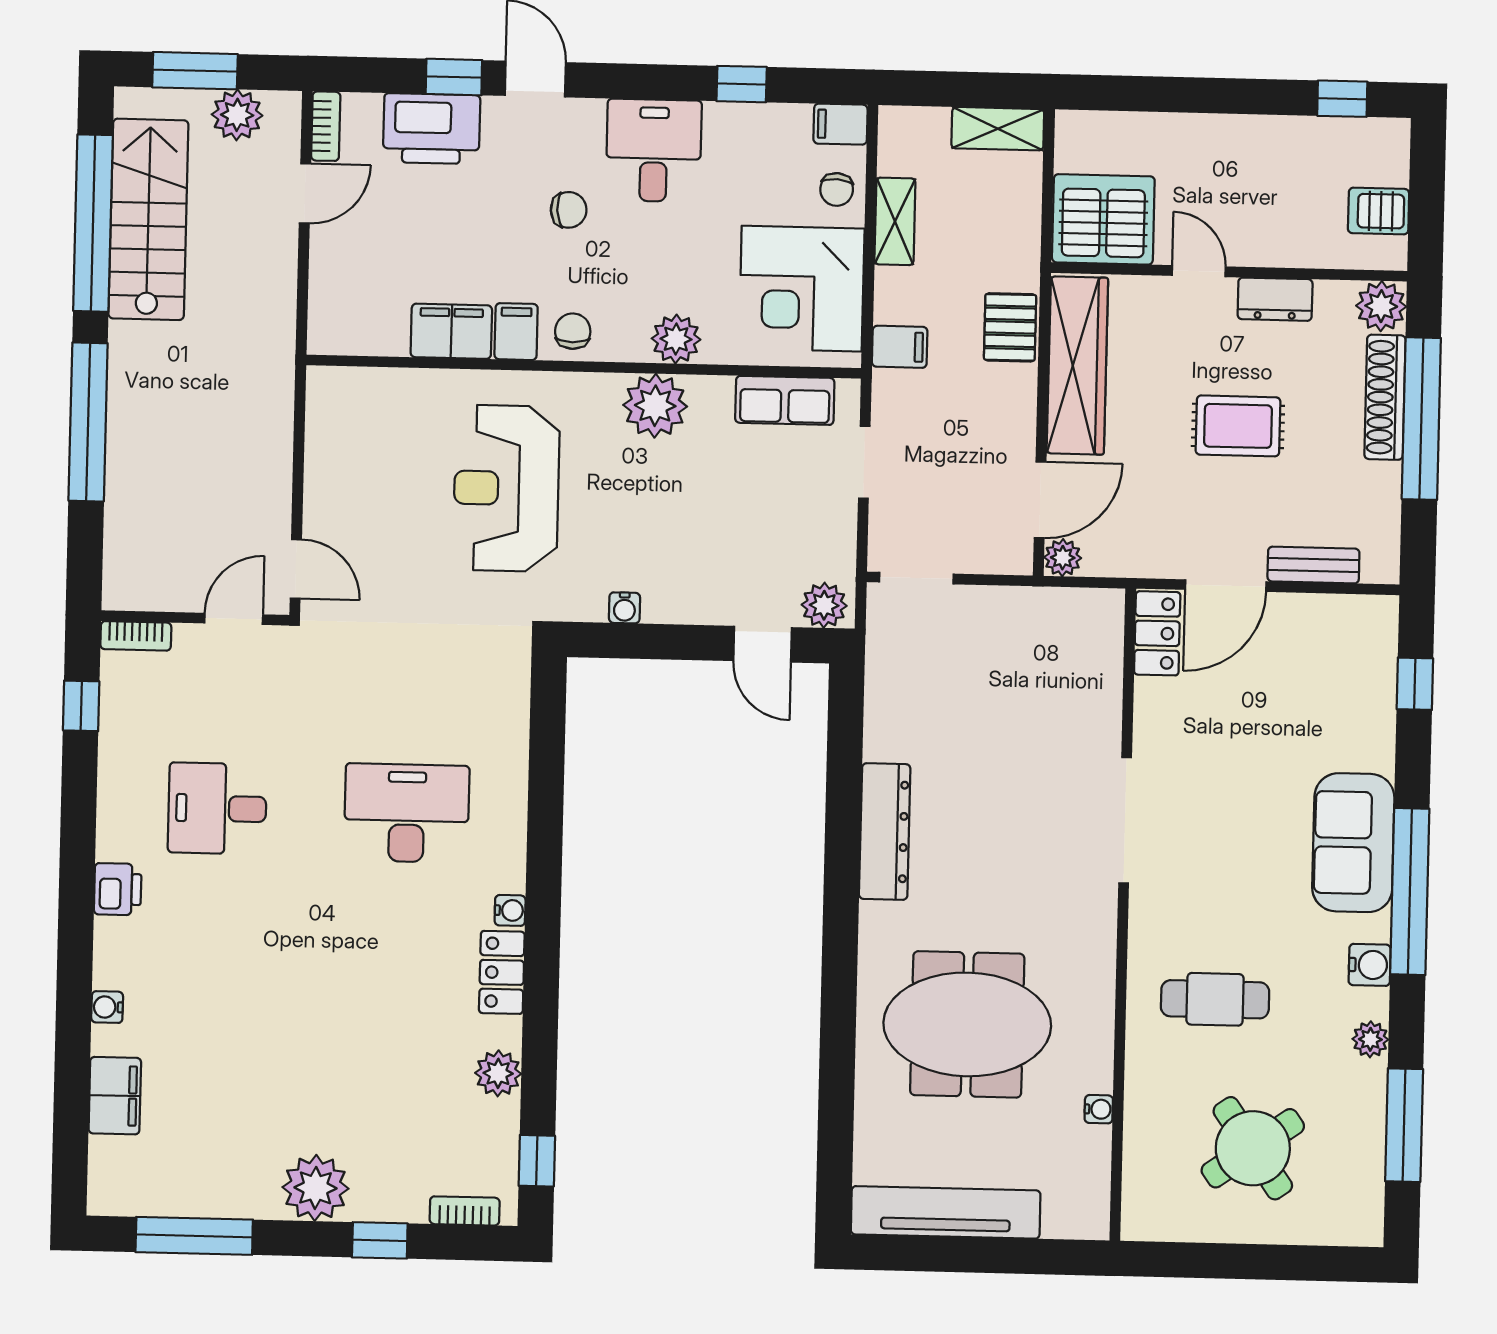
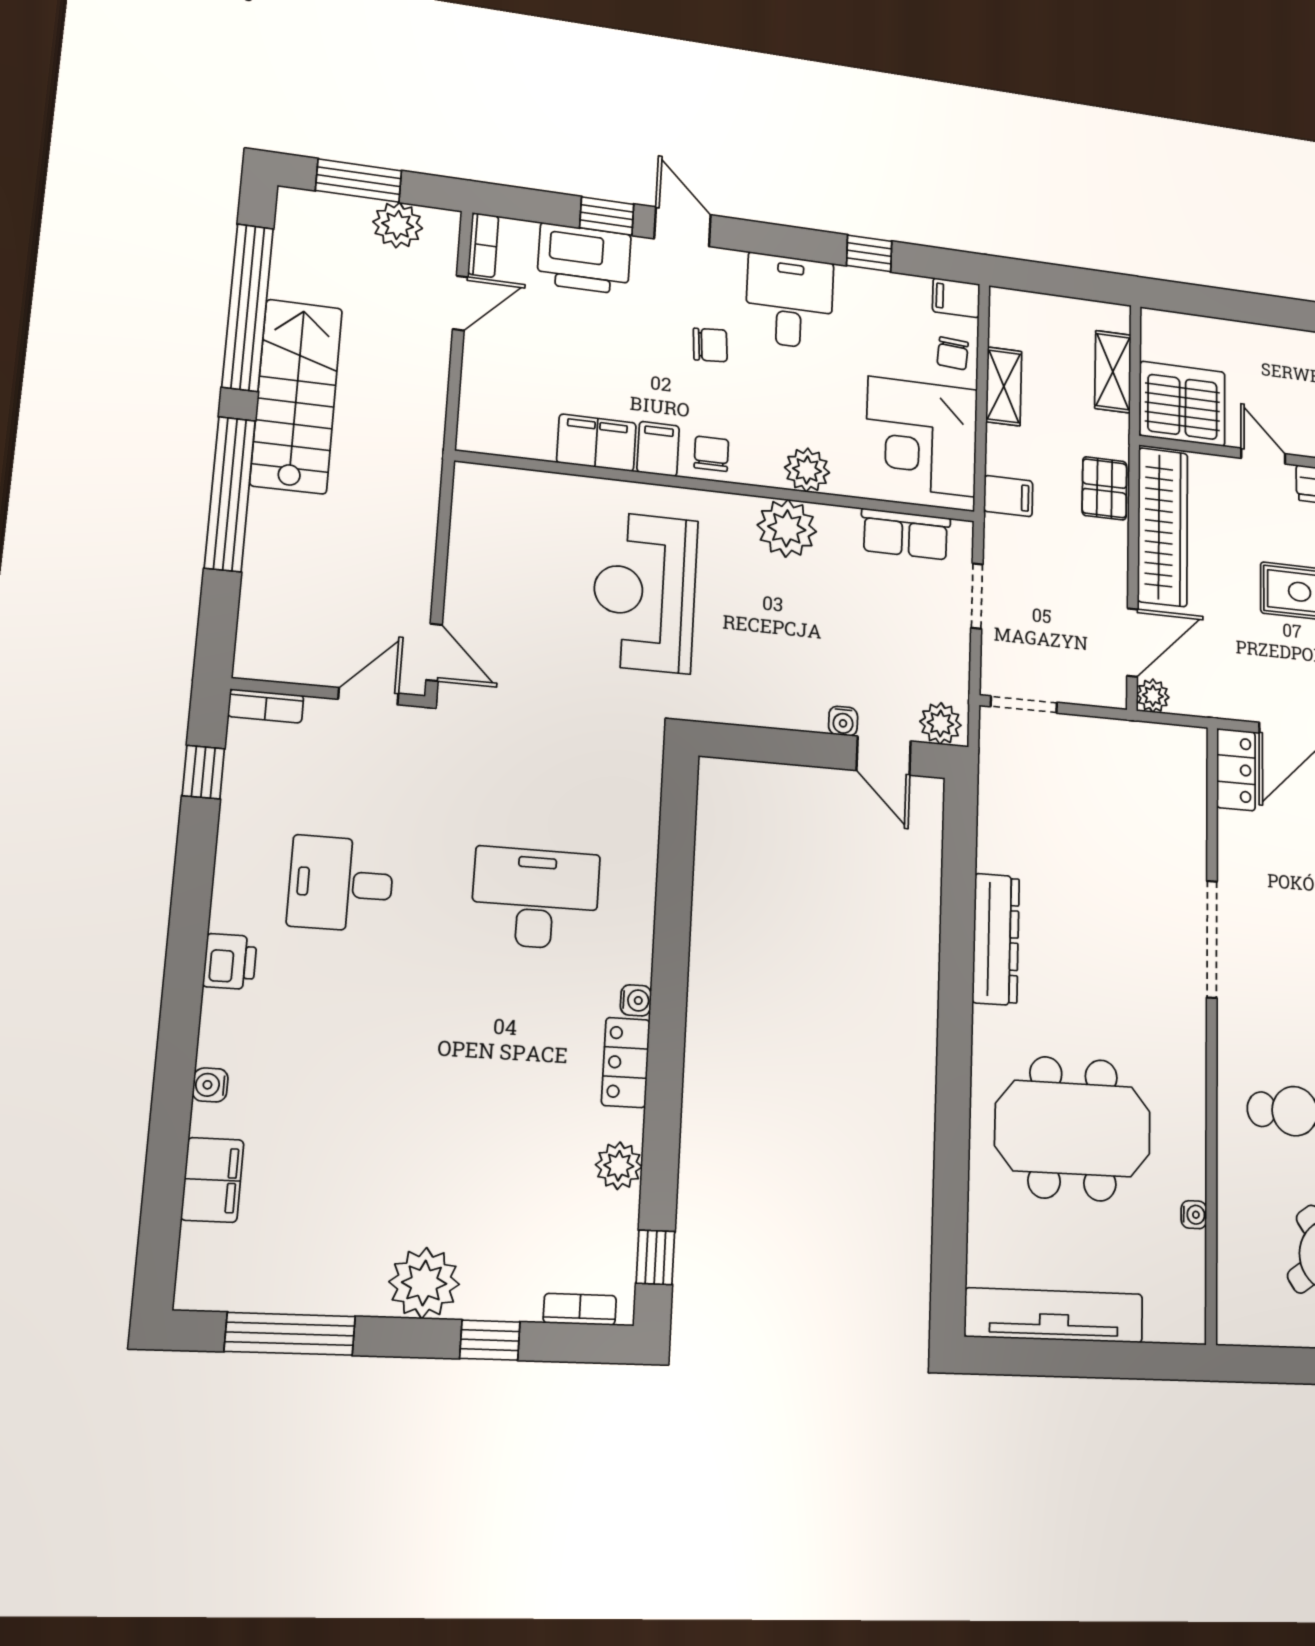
shelving: (998, 129) -> (1113, 372), moved, turned 90
stairs: (148, 219) -> (296, 396), moved
water cooler: (624, 608) -> (843, 721), moved

